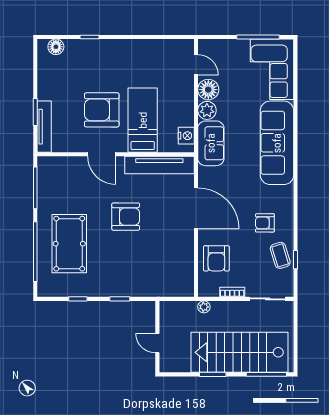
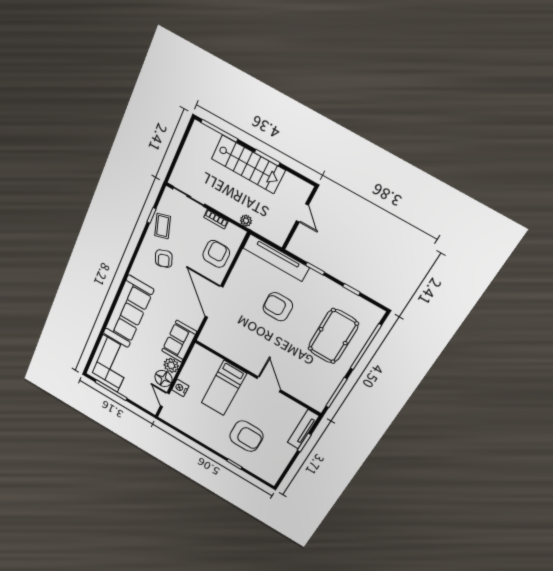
floor lamp: (56, 47) -> (263, 473), removed
armchair: (102, 110) -> (246, 436), moved
nightstand: (186, 136) -> (180, 388), moved
tv unit: (159, 165) -> (276, 258), moved, turned 180
armchair: (126, 217) -> (278, 307), moved
armchair: (265, 223) -> (164, 259), turned 69
stairs: (239, 352) -> (248, 164), width x0.73, depth x0.66

